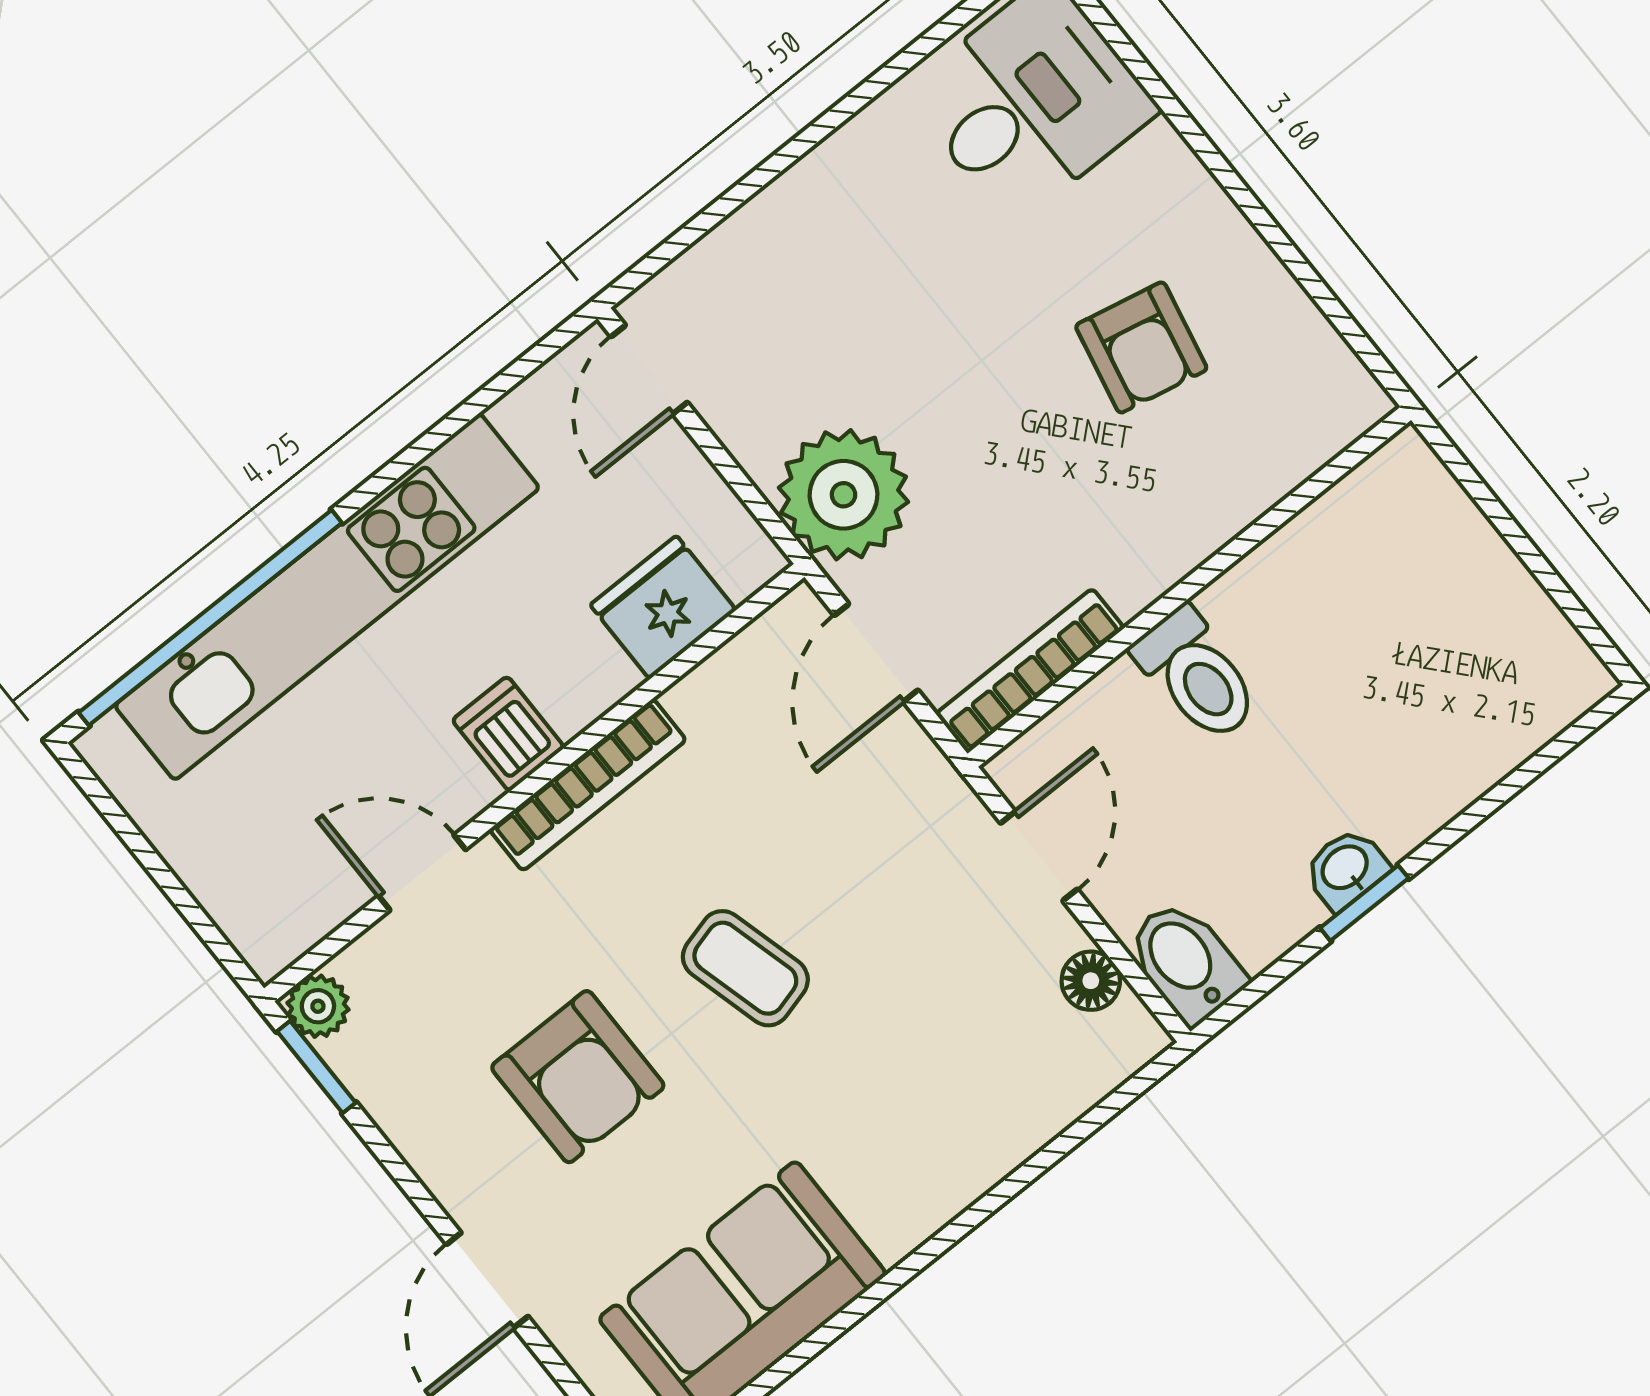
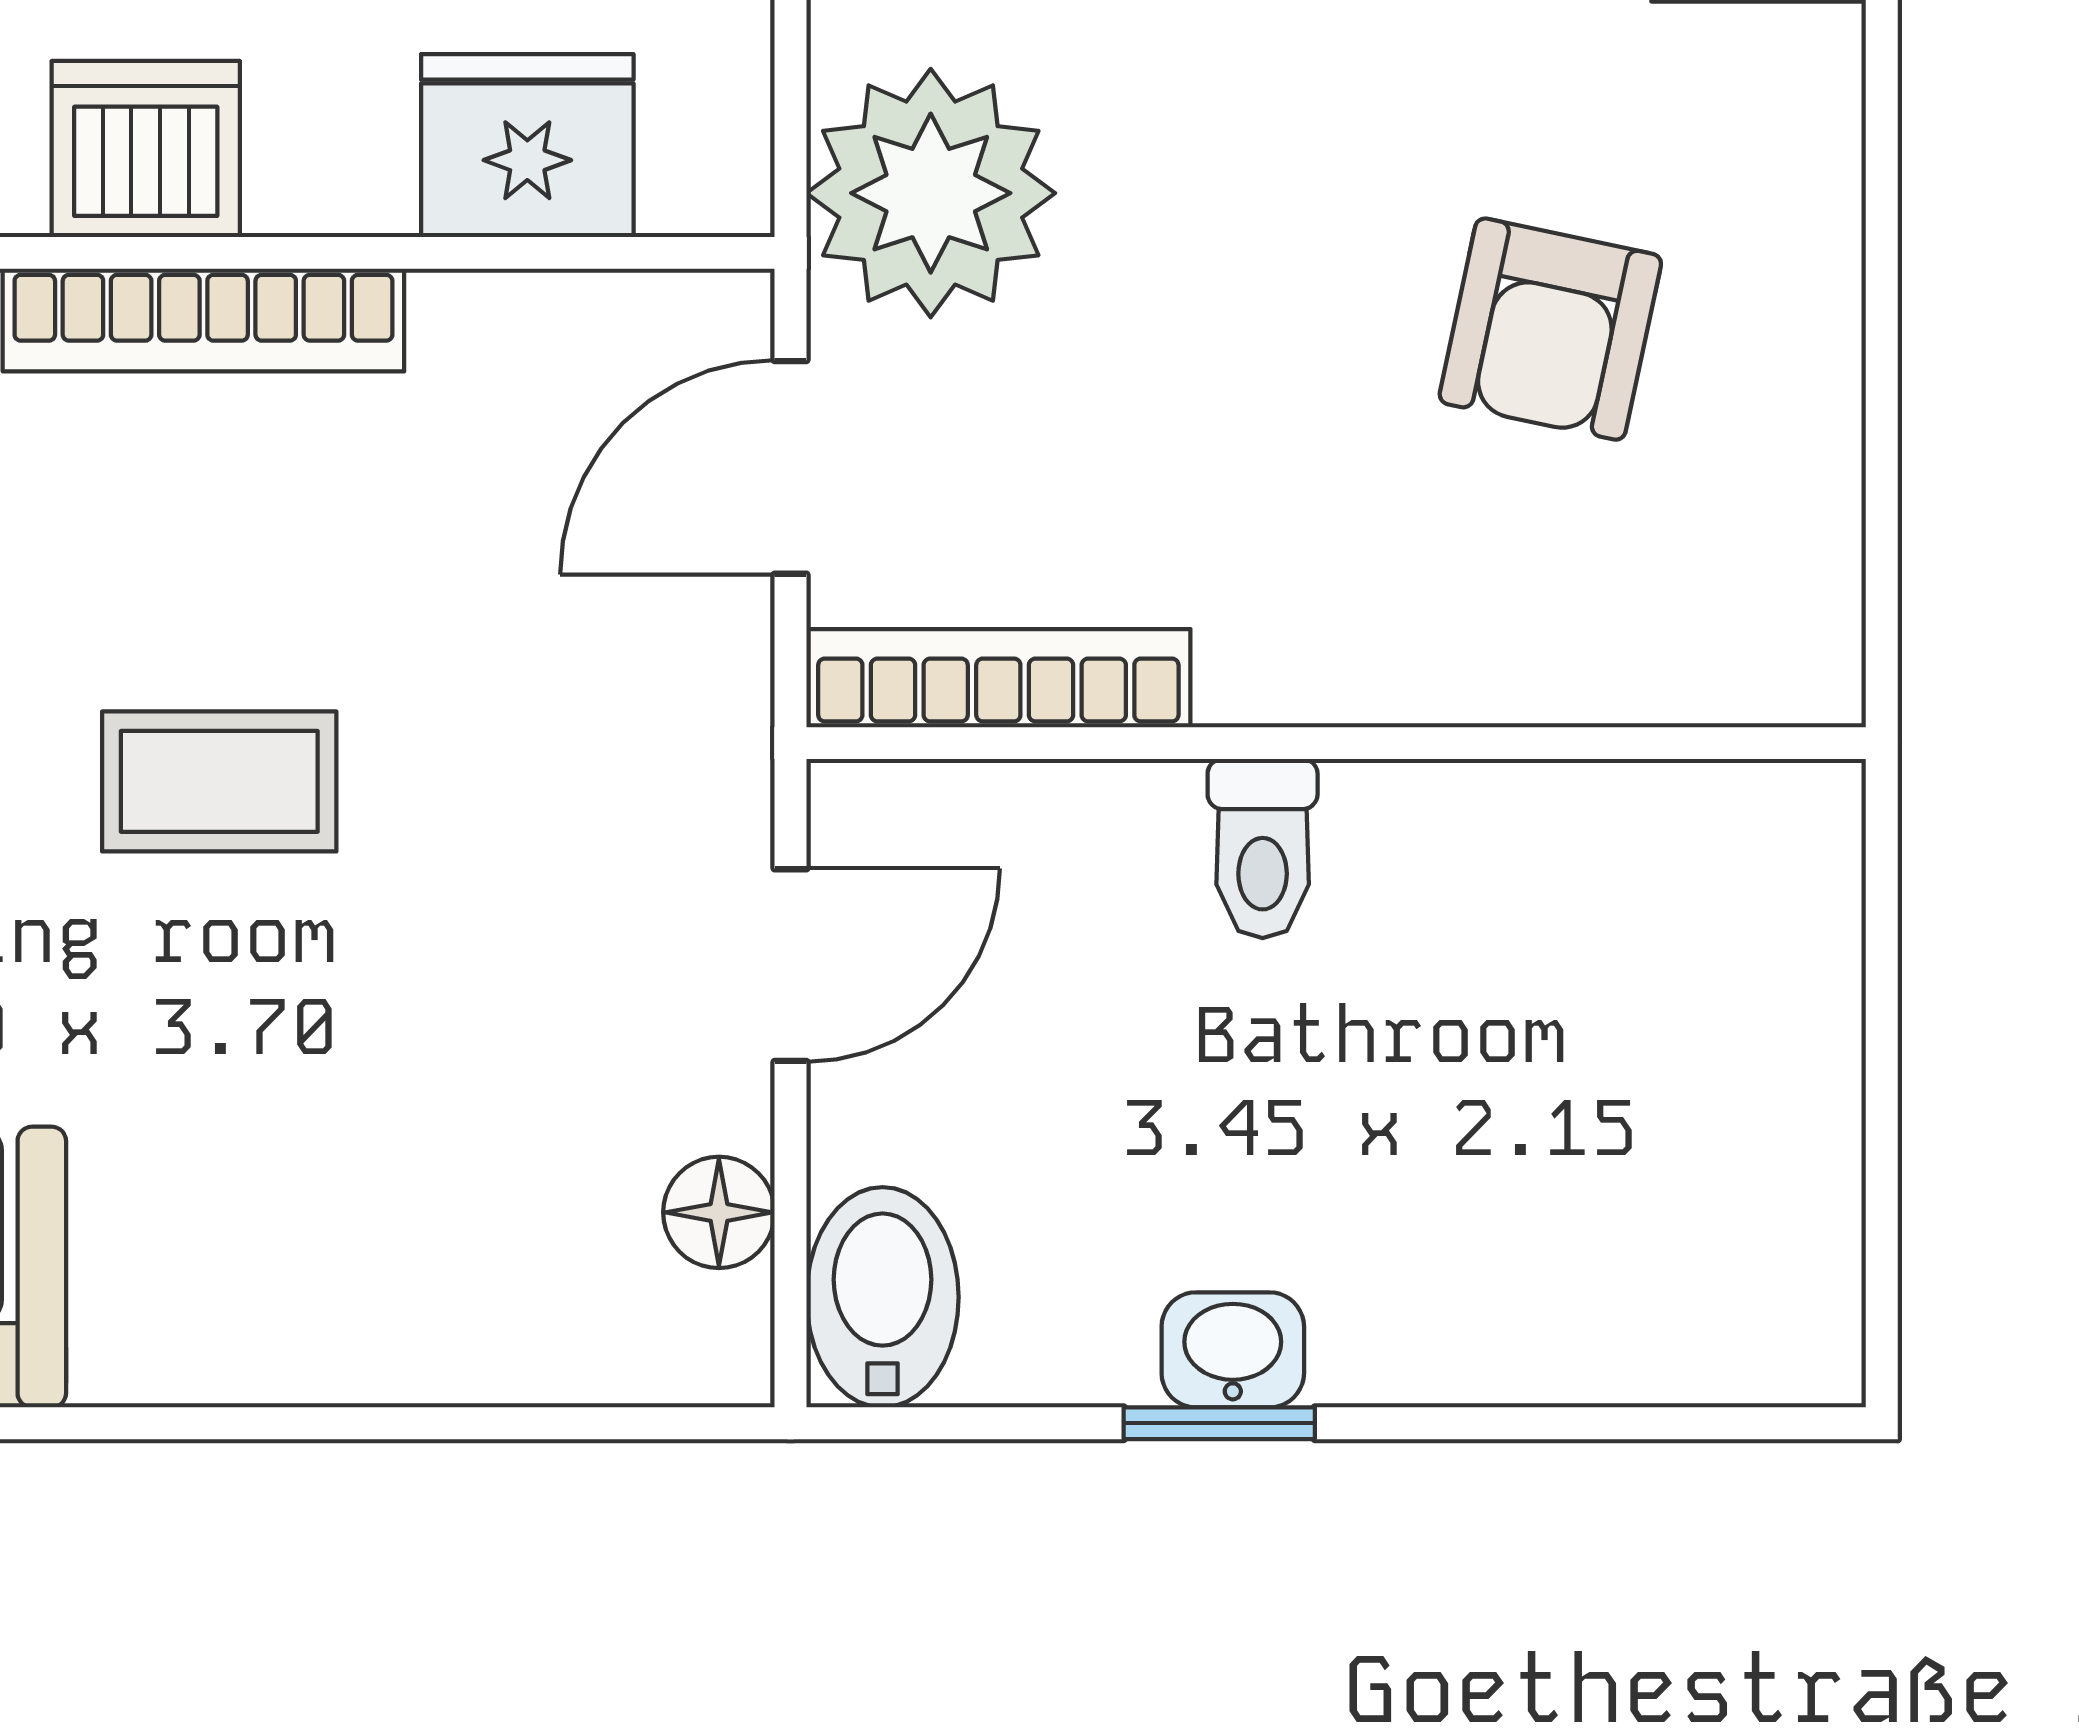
toilet: (1197, 675) -> (1263, 849), width x0.73, depth x0.72
dishwasher: (508, 734) -> (146, 149), width x1.38
coffee table: (745, 968) -> (219, 781), turned -75

